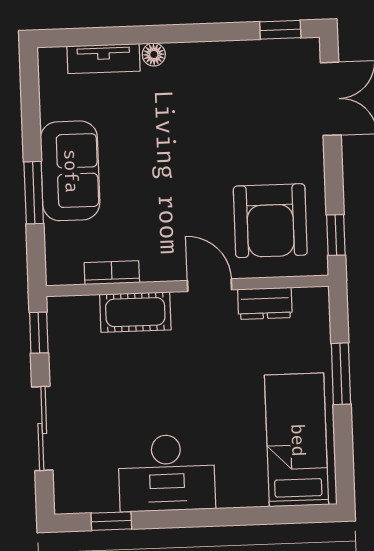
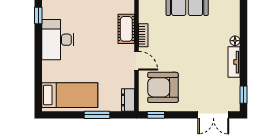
tv unit: (104, 59) -> (234, 62), moved
bookcase: (112, 273) -> (143, 35), moved
door: (209, 285) -> (137, 61), hinge flipped
dresser: (265, 303) -> (128, 100), moved

